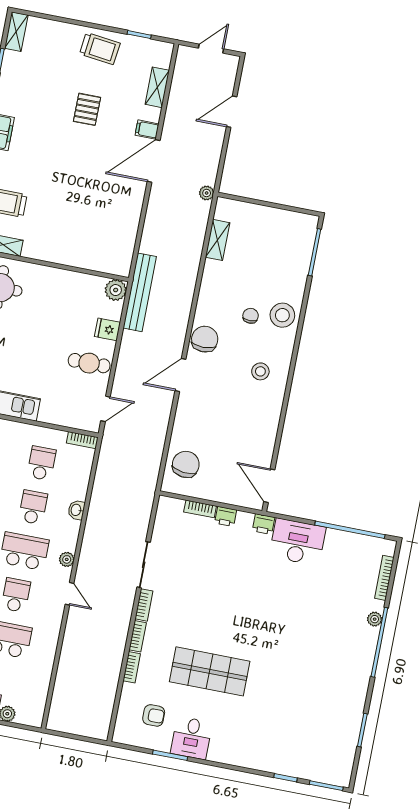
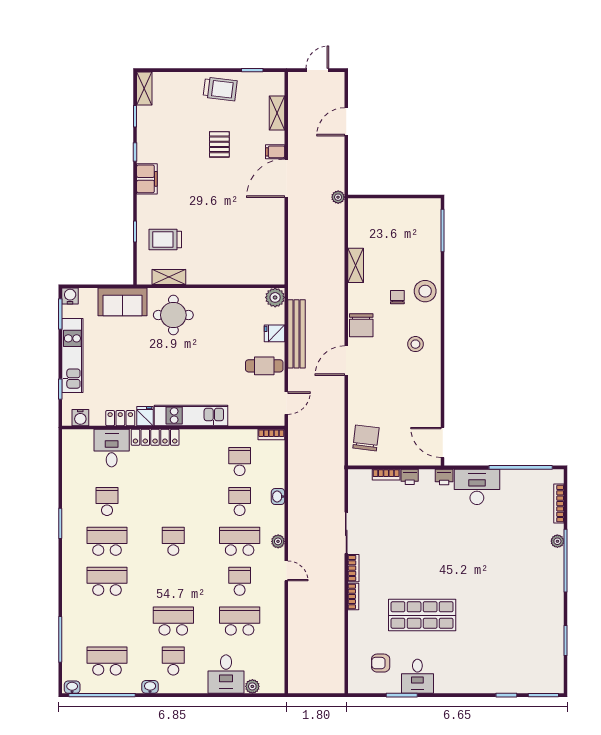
shelving: (218, 240) -> (356, 265), moved
bench: (140, 292) -> (297, 334), moved
chair: (205, 339) -> (361, 325), turned 180
bookcase: (132, 667) -> (353, 625), removed
armchair: (154, 715) -> (381, 663), turned 180

